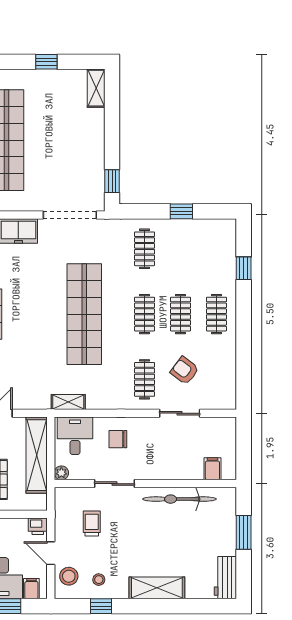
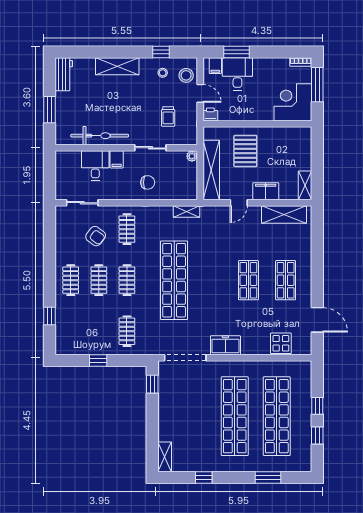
sliding door: (180, 413) -> (82, 203), moved
desk: (75, 436) -> (95, 165), moved, turned 180
filing cabinet: (212, 469) -> (117, 159), moved

